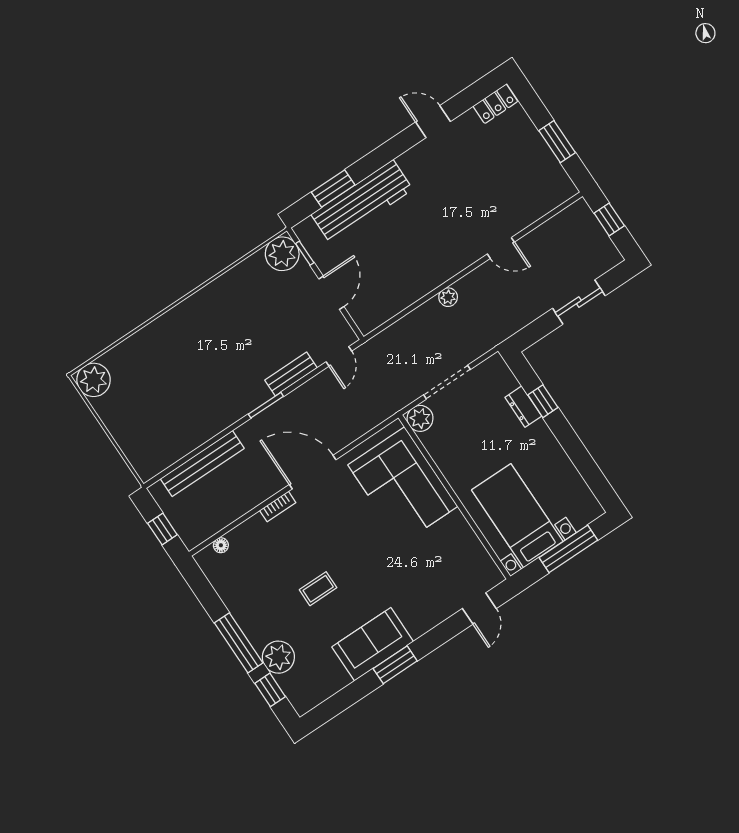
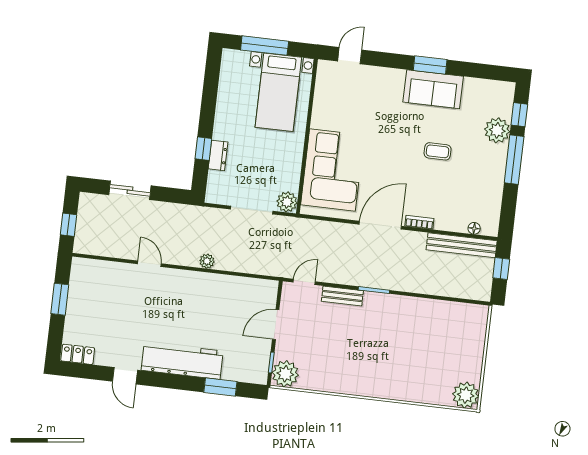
workbench: (362, 202) -> (182, 361), moved
bench: (202, 464) -> (462, 245), moved
door: (313, 472) -> (380, 225), swing flipped

